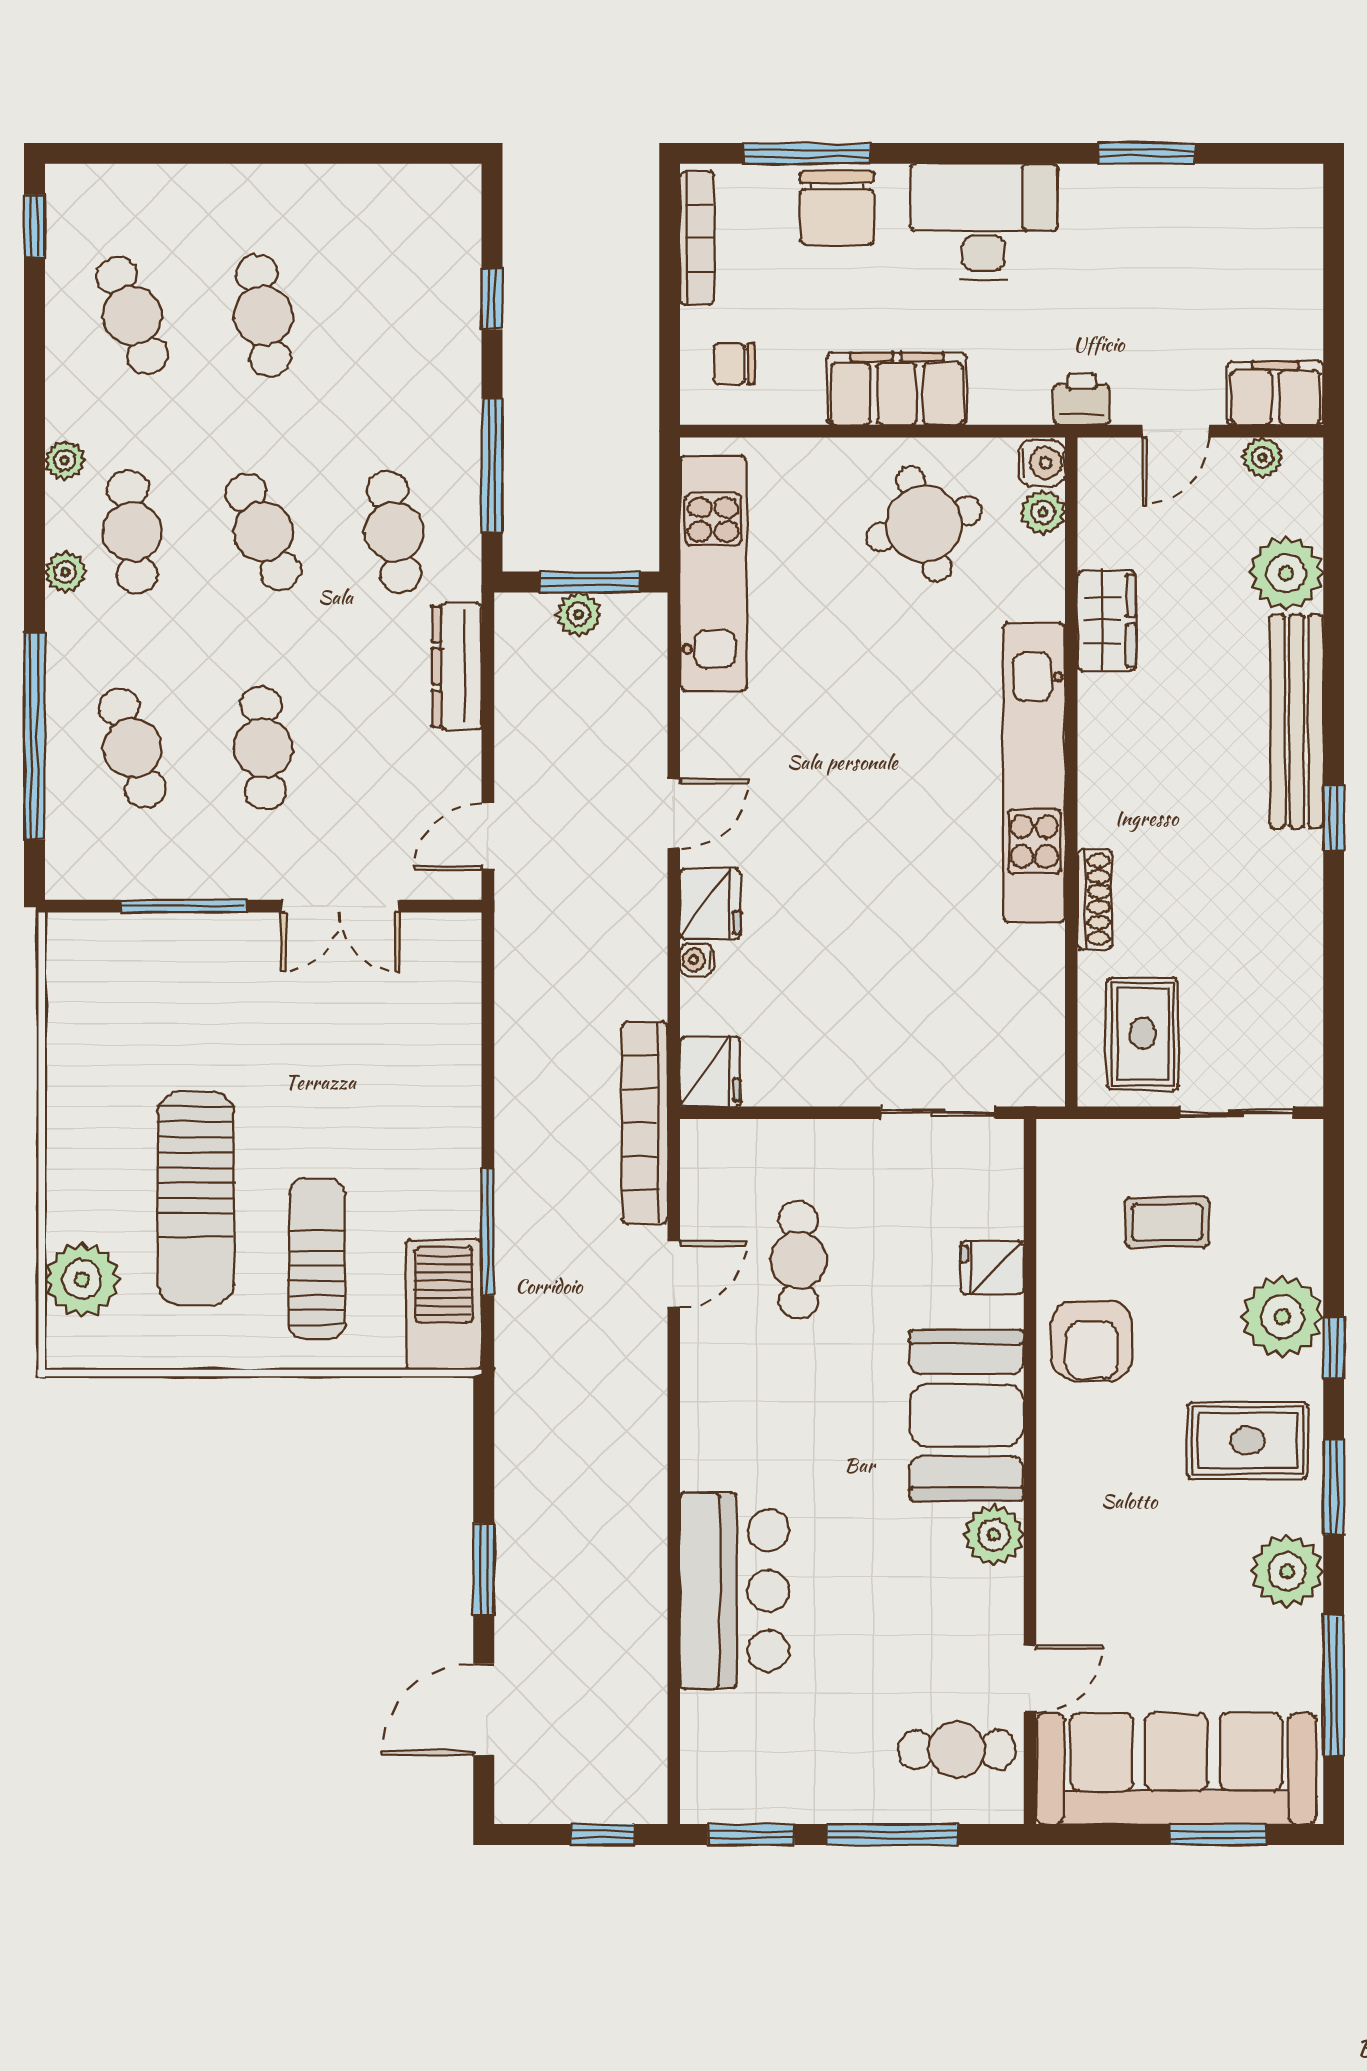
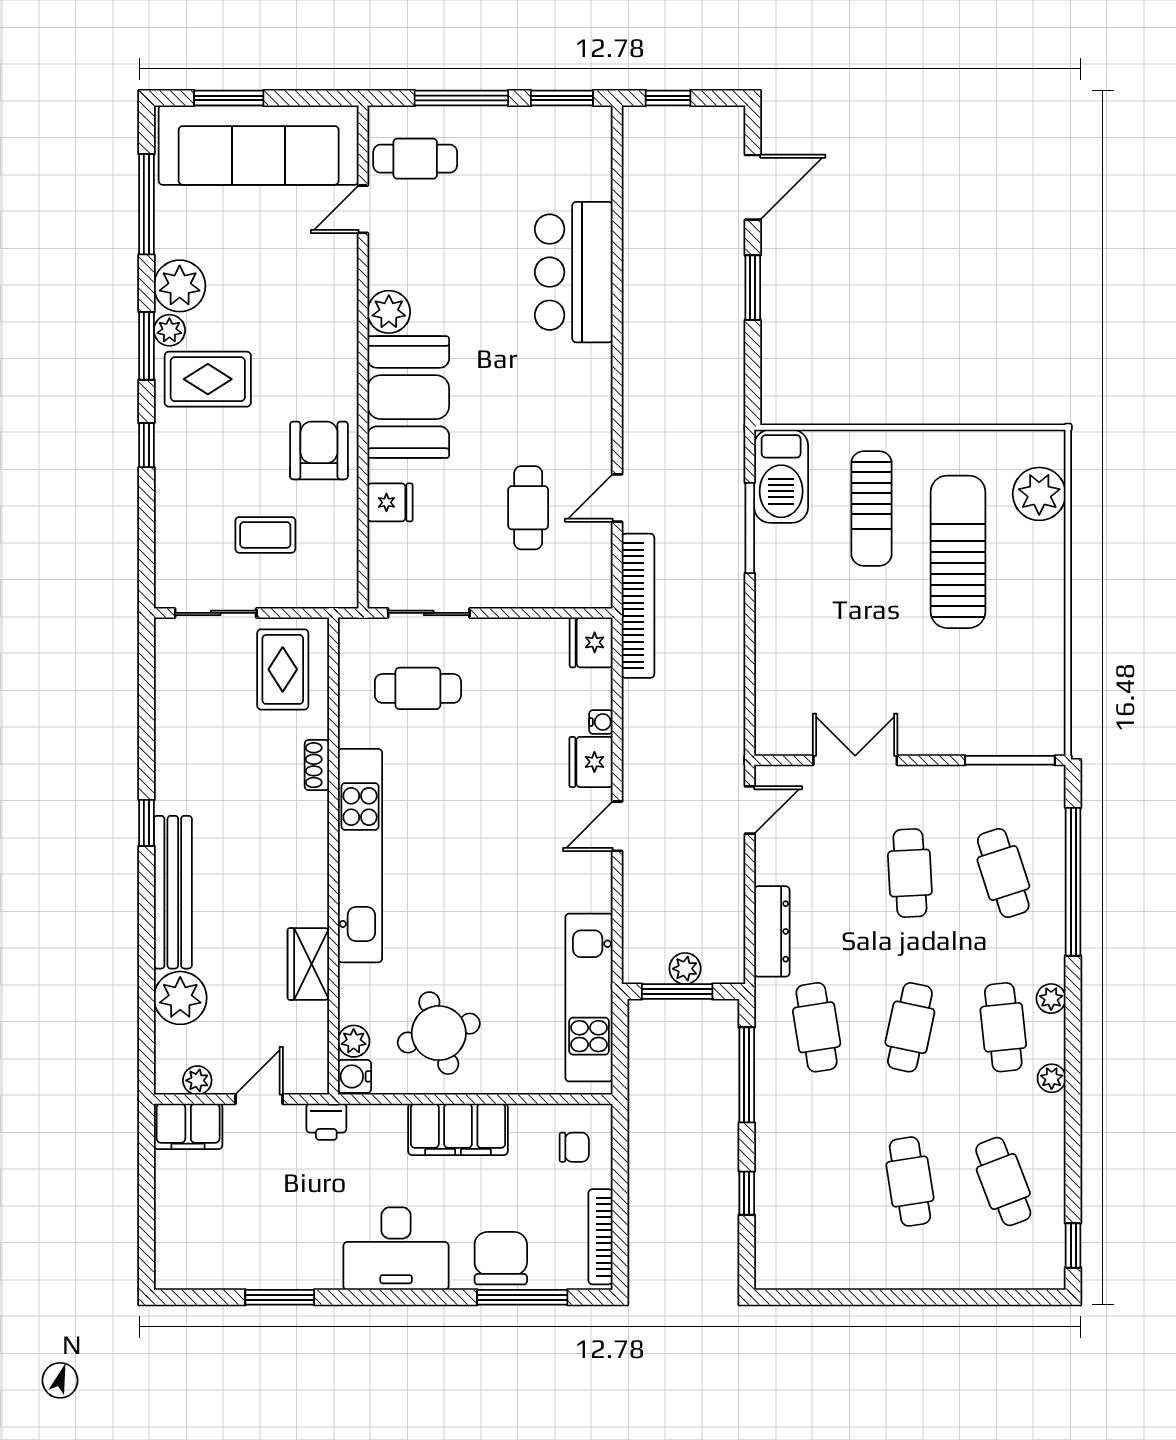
cafe table: (263, 532) -> (910, 1027), turned 36
shoe rack: (1095, 899) -> (317, 765), width x0.70
window: (183, 906) -> (1010, 760), moved
cafe table: (953, 1007) -> (418, 688), added
plant: (1282, 1317) -> (169, 330), moved, width x0.53, depth x0.53

